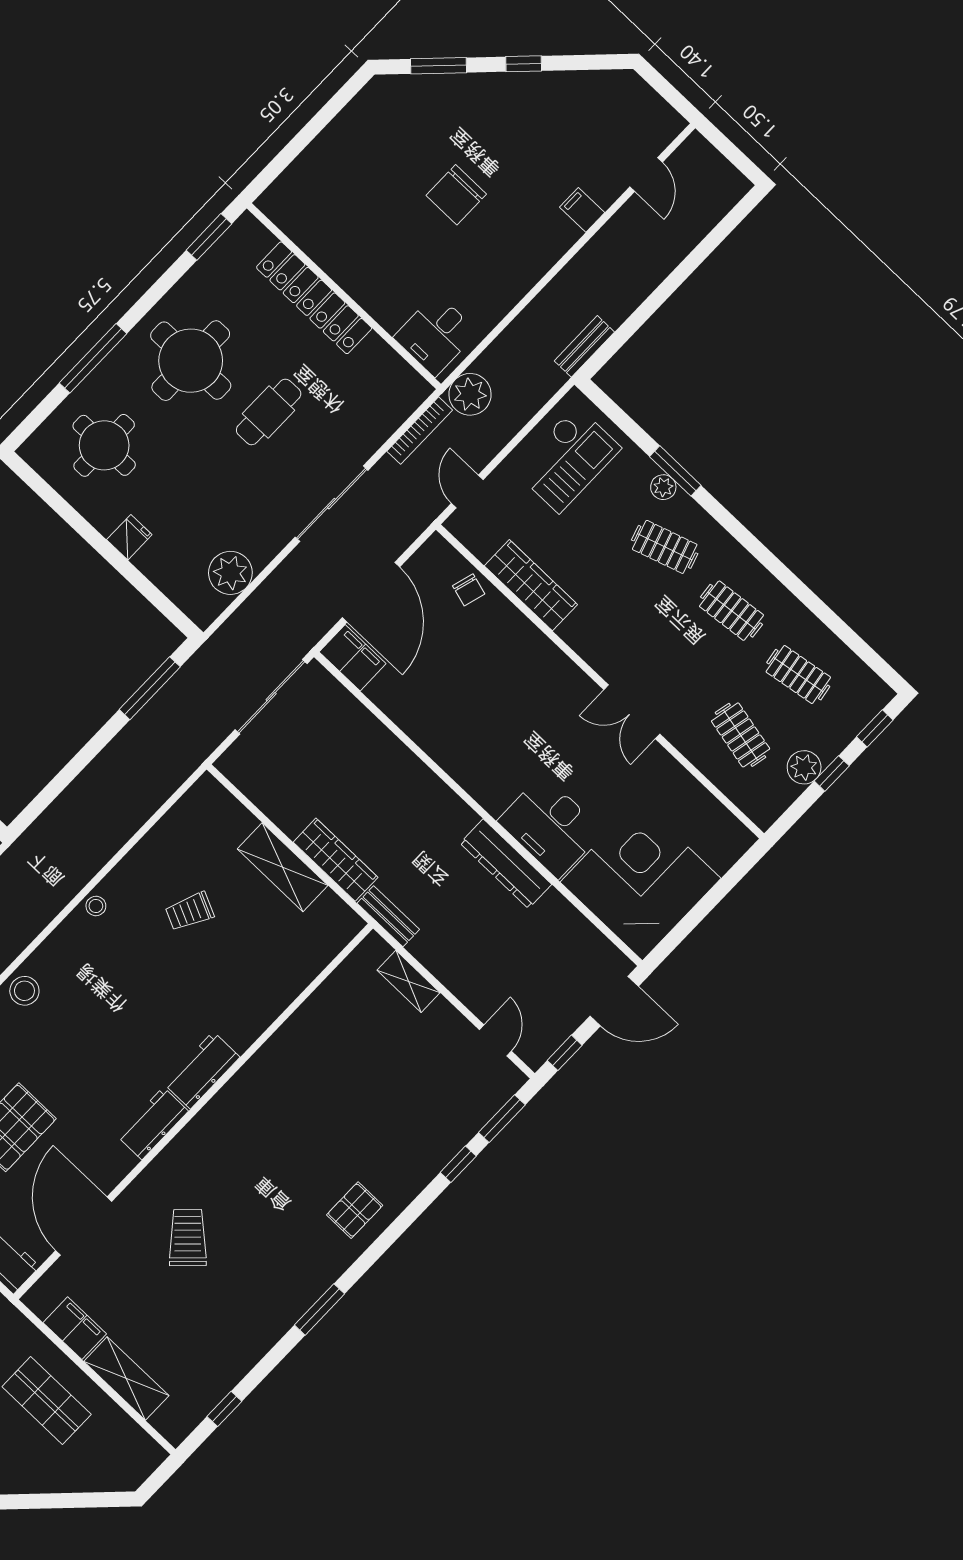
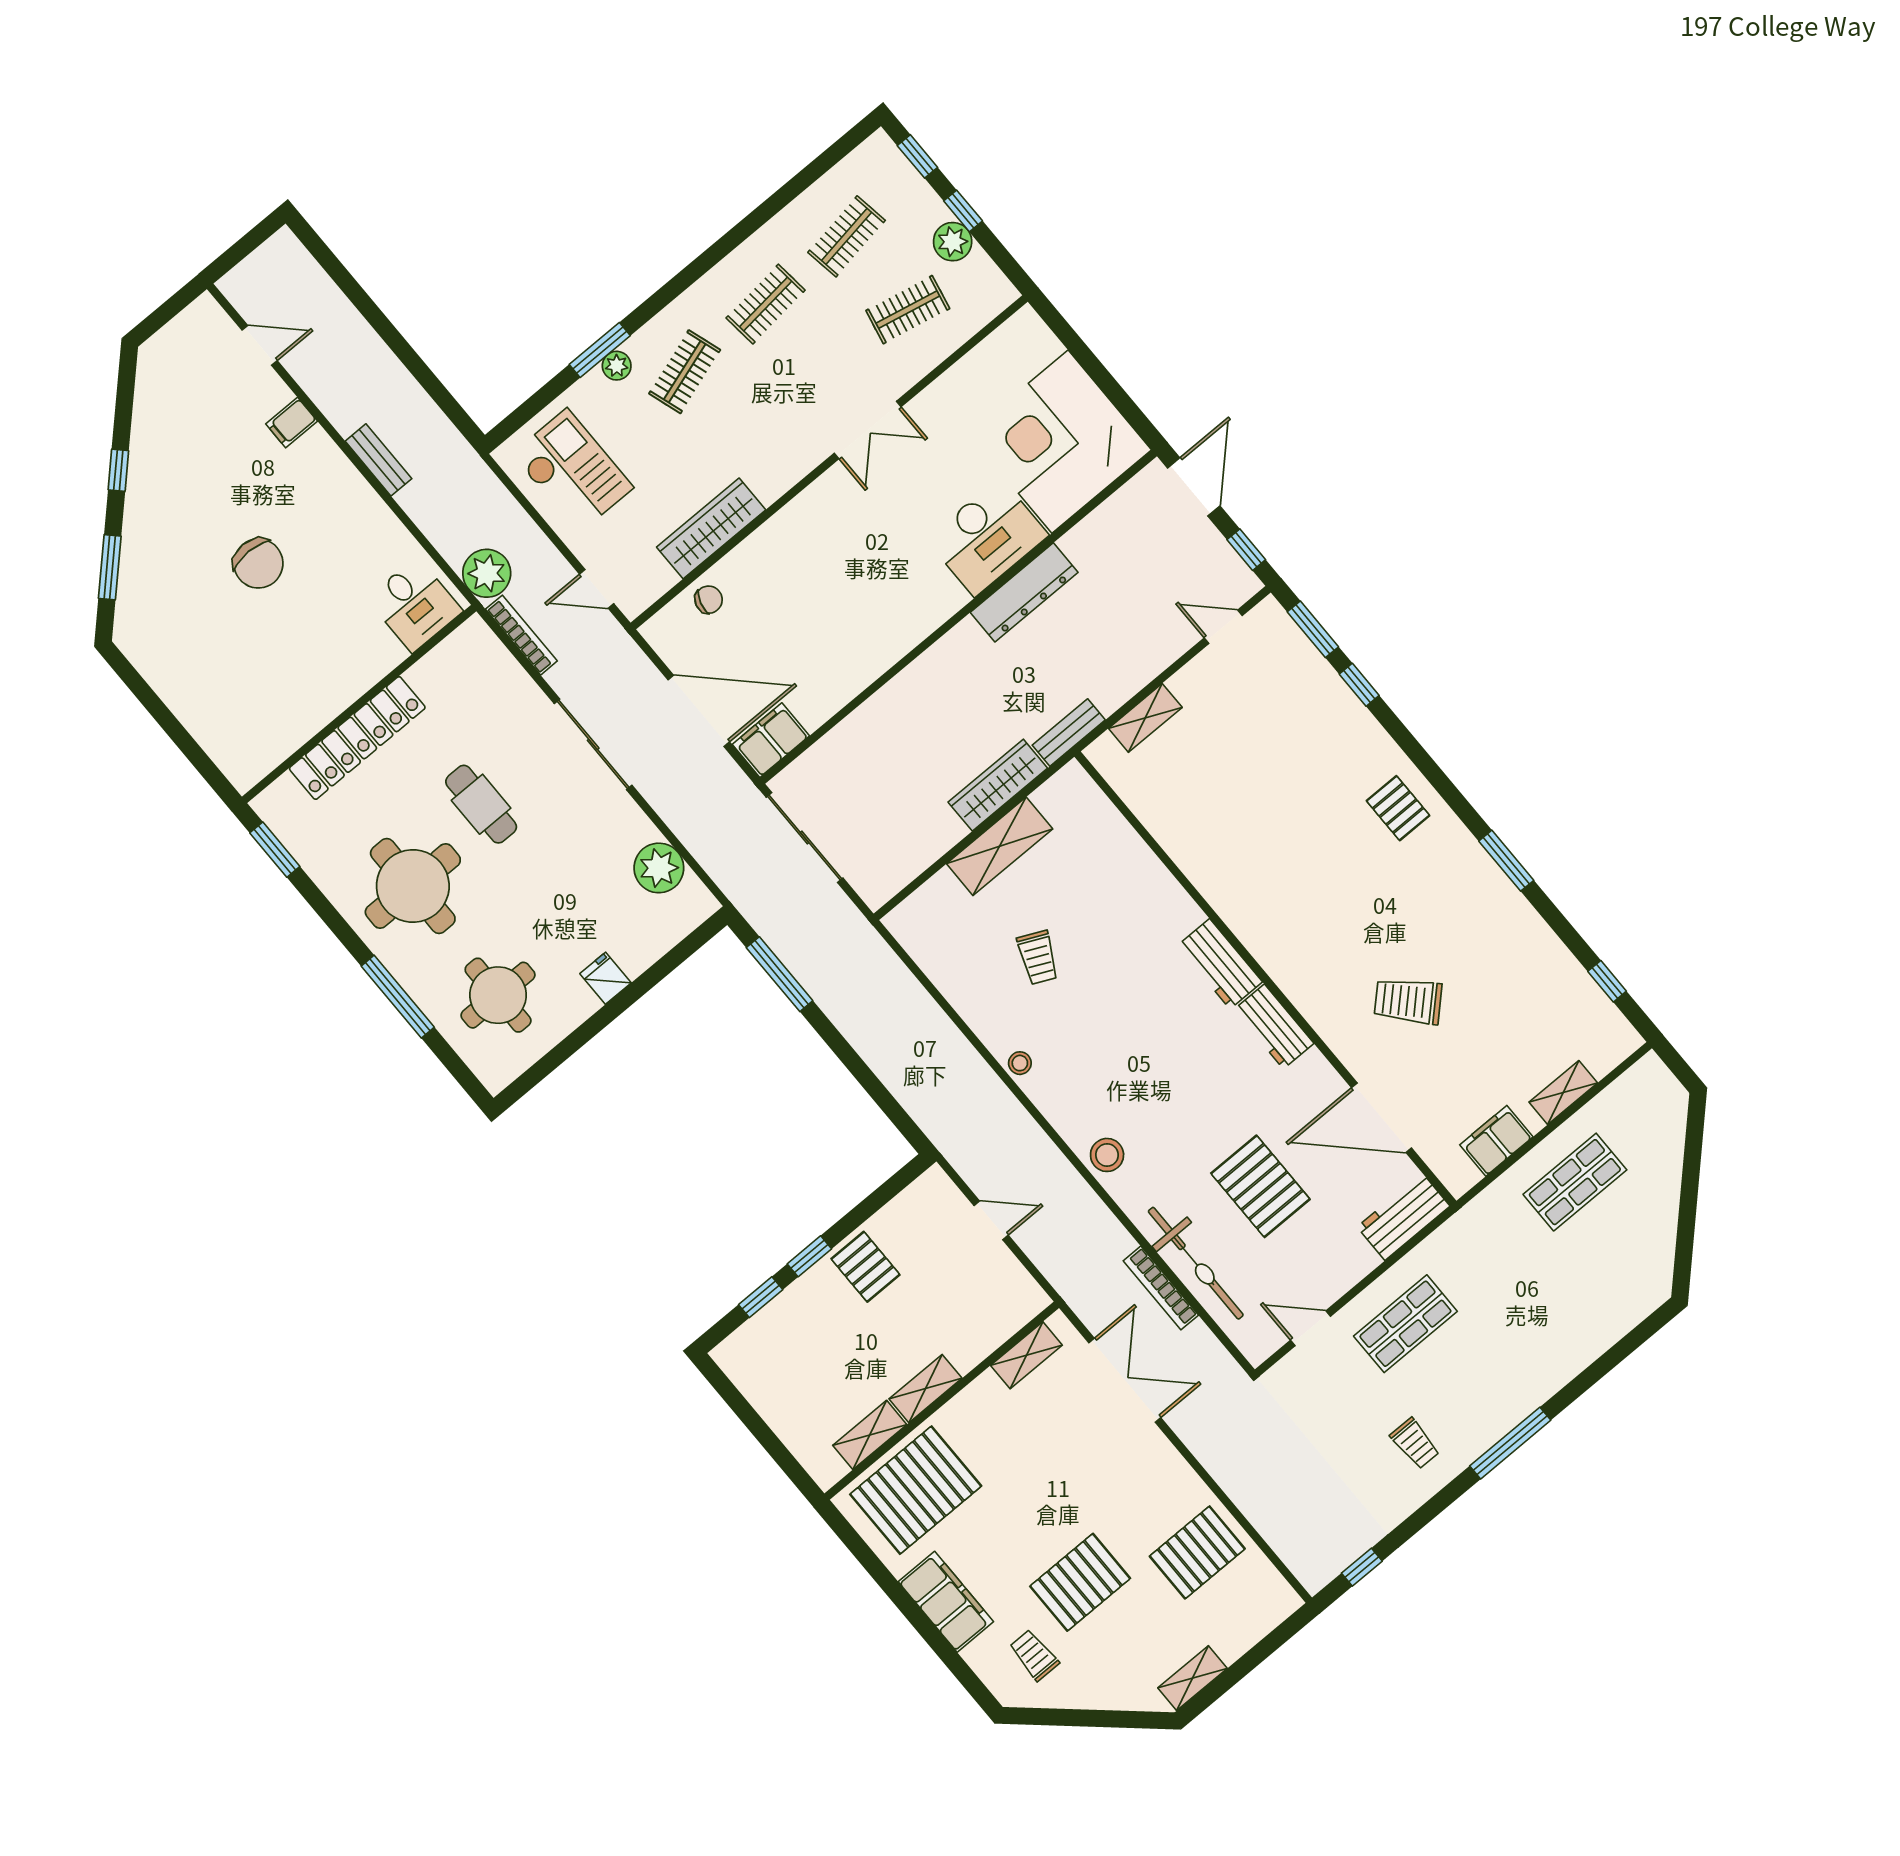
bench: (584, 346) -> (378, 460), moved
shelving: (126, 1379) -> (1563, 1092), width x0.67, depth x0.75

